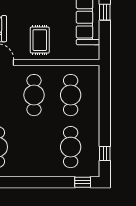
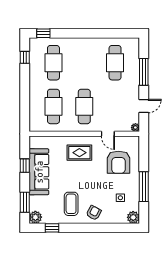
window: (105, 12) -> (25, 166), moved
rug: (40, 40) -> (79, 153), turned 90

